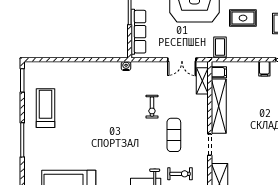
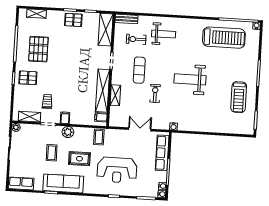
plant: (260, 51) -> (68, 132), added
double door: (182, 60) -> (140, 129), moved
shelving: (202, 81) -> (115, 95), moved
weight bench: (109, 127) -> (190, 79), added

